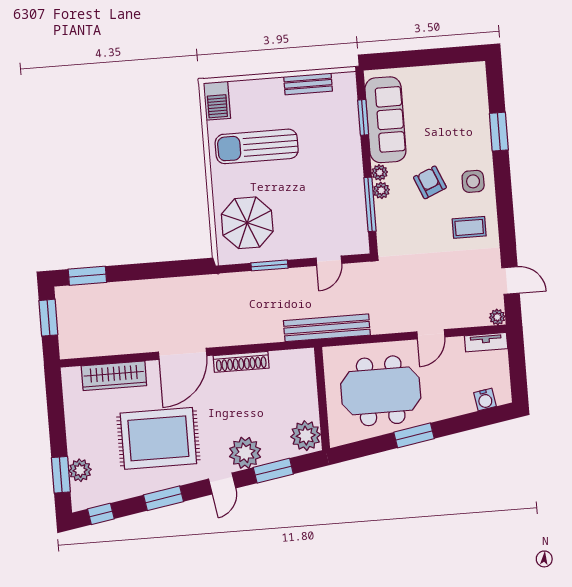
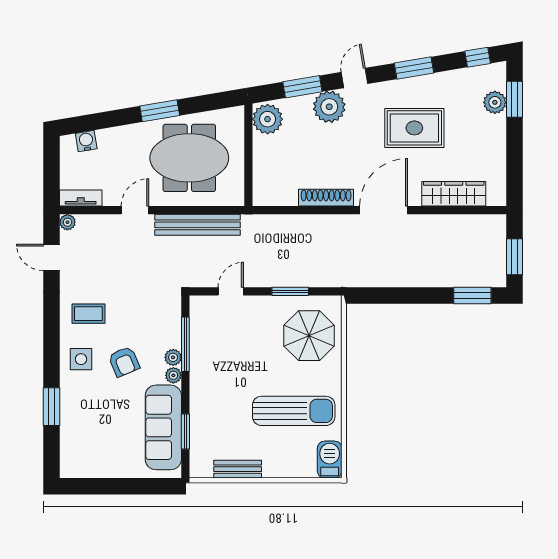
bench: (327, 328) -> (197, 225), moved
rug: (158, 438) -> (414, 128), width x0.73, depth x0.69

